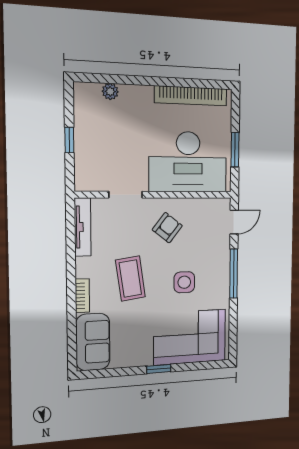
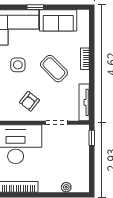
window: (69, 140) -> (92, 138), moved
coffee table: (130, 279) -> (54, 69), turned -37
sofa: (93, 342) -> (58, 20), moved, turned -90

